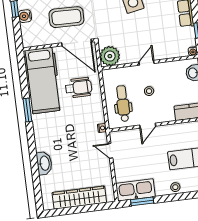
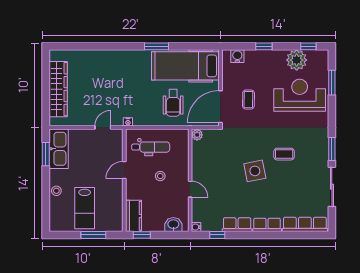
water cooler: (25, 16) -> (237, 56), moved
coffee table: (66, 17) -> (248, 99), width x0.54, depth x0.58
plant: (110, 56) -> (197, 135), width x0.53, depth x0.53
door: (147, 63) -> (190, 189), moved
door: (148, 126) -> (124, 170), hinge flipped
washbasin: (44, 163) -> (99, 57), removed

